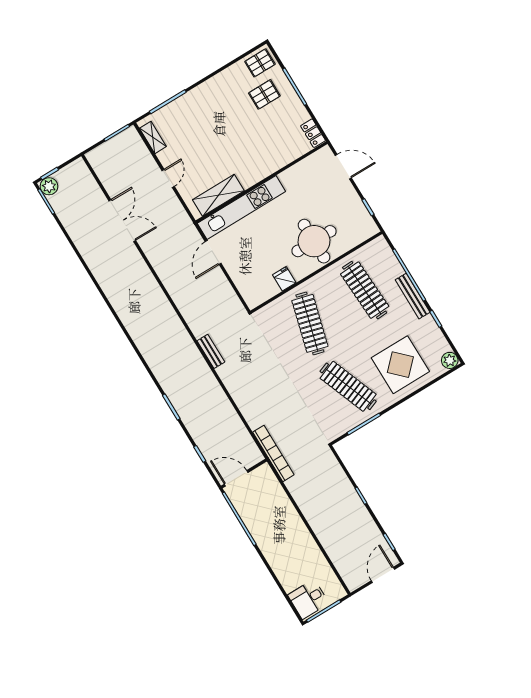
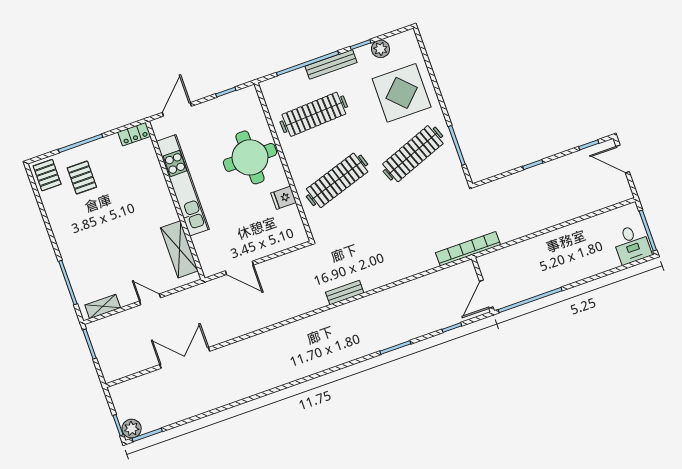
kitchen unit: (241, 207) -> (183, 185), moved
clothes rail: (310, 323) -> (337, 180), turned -33
plant: (450, 360) -> (380, 49), moved

